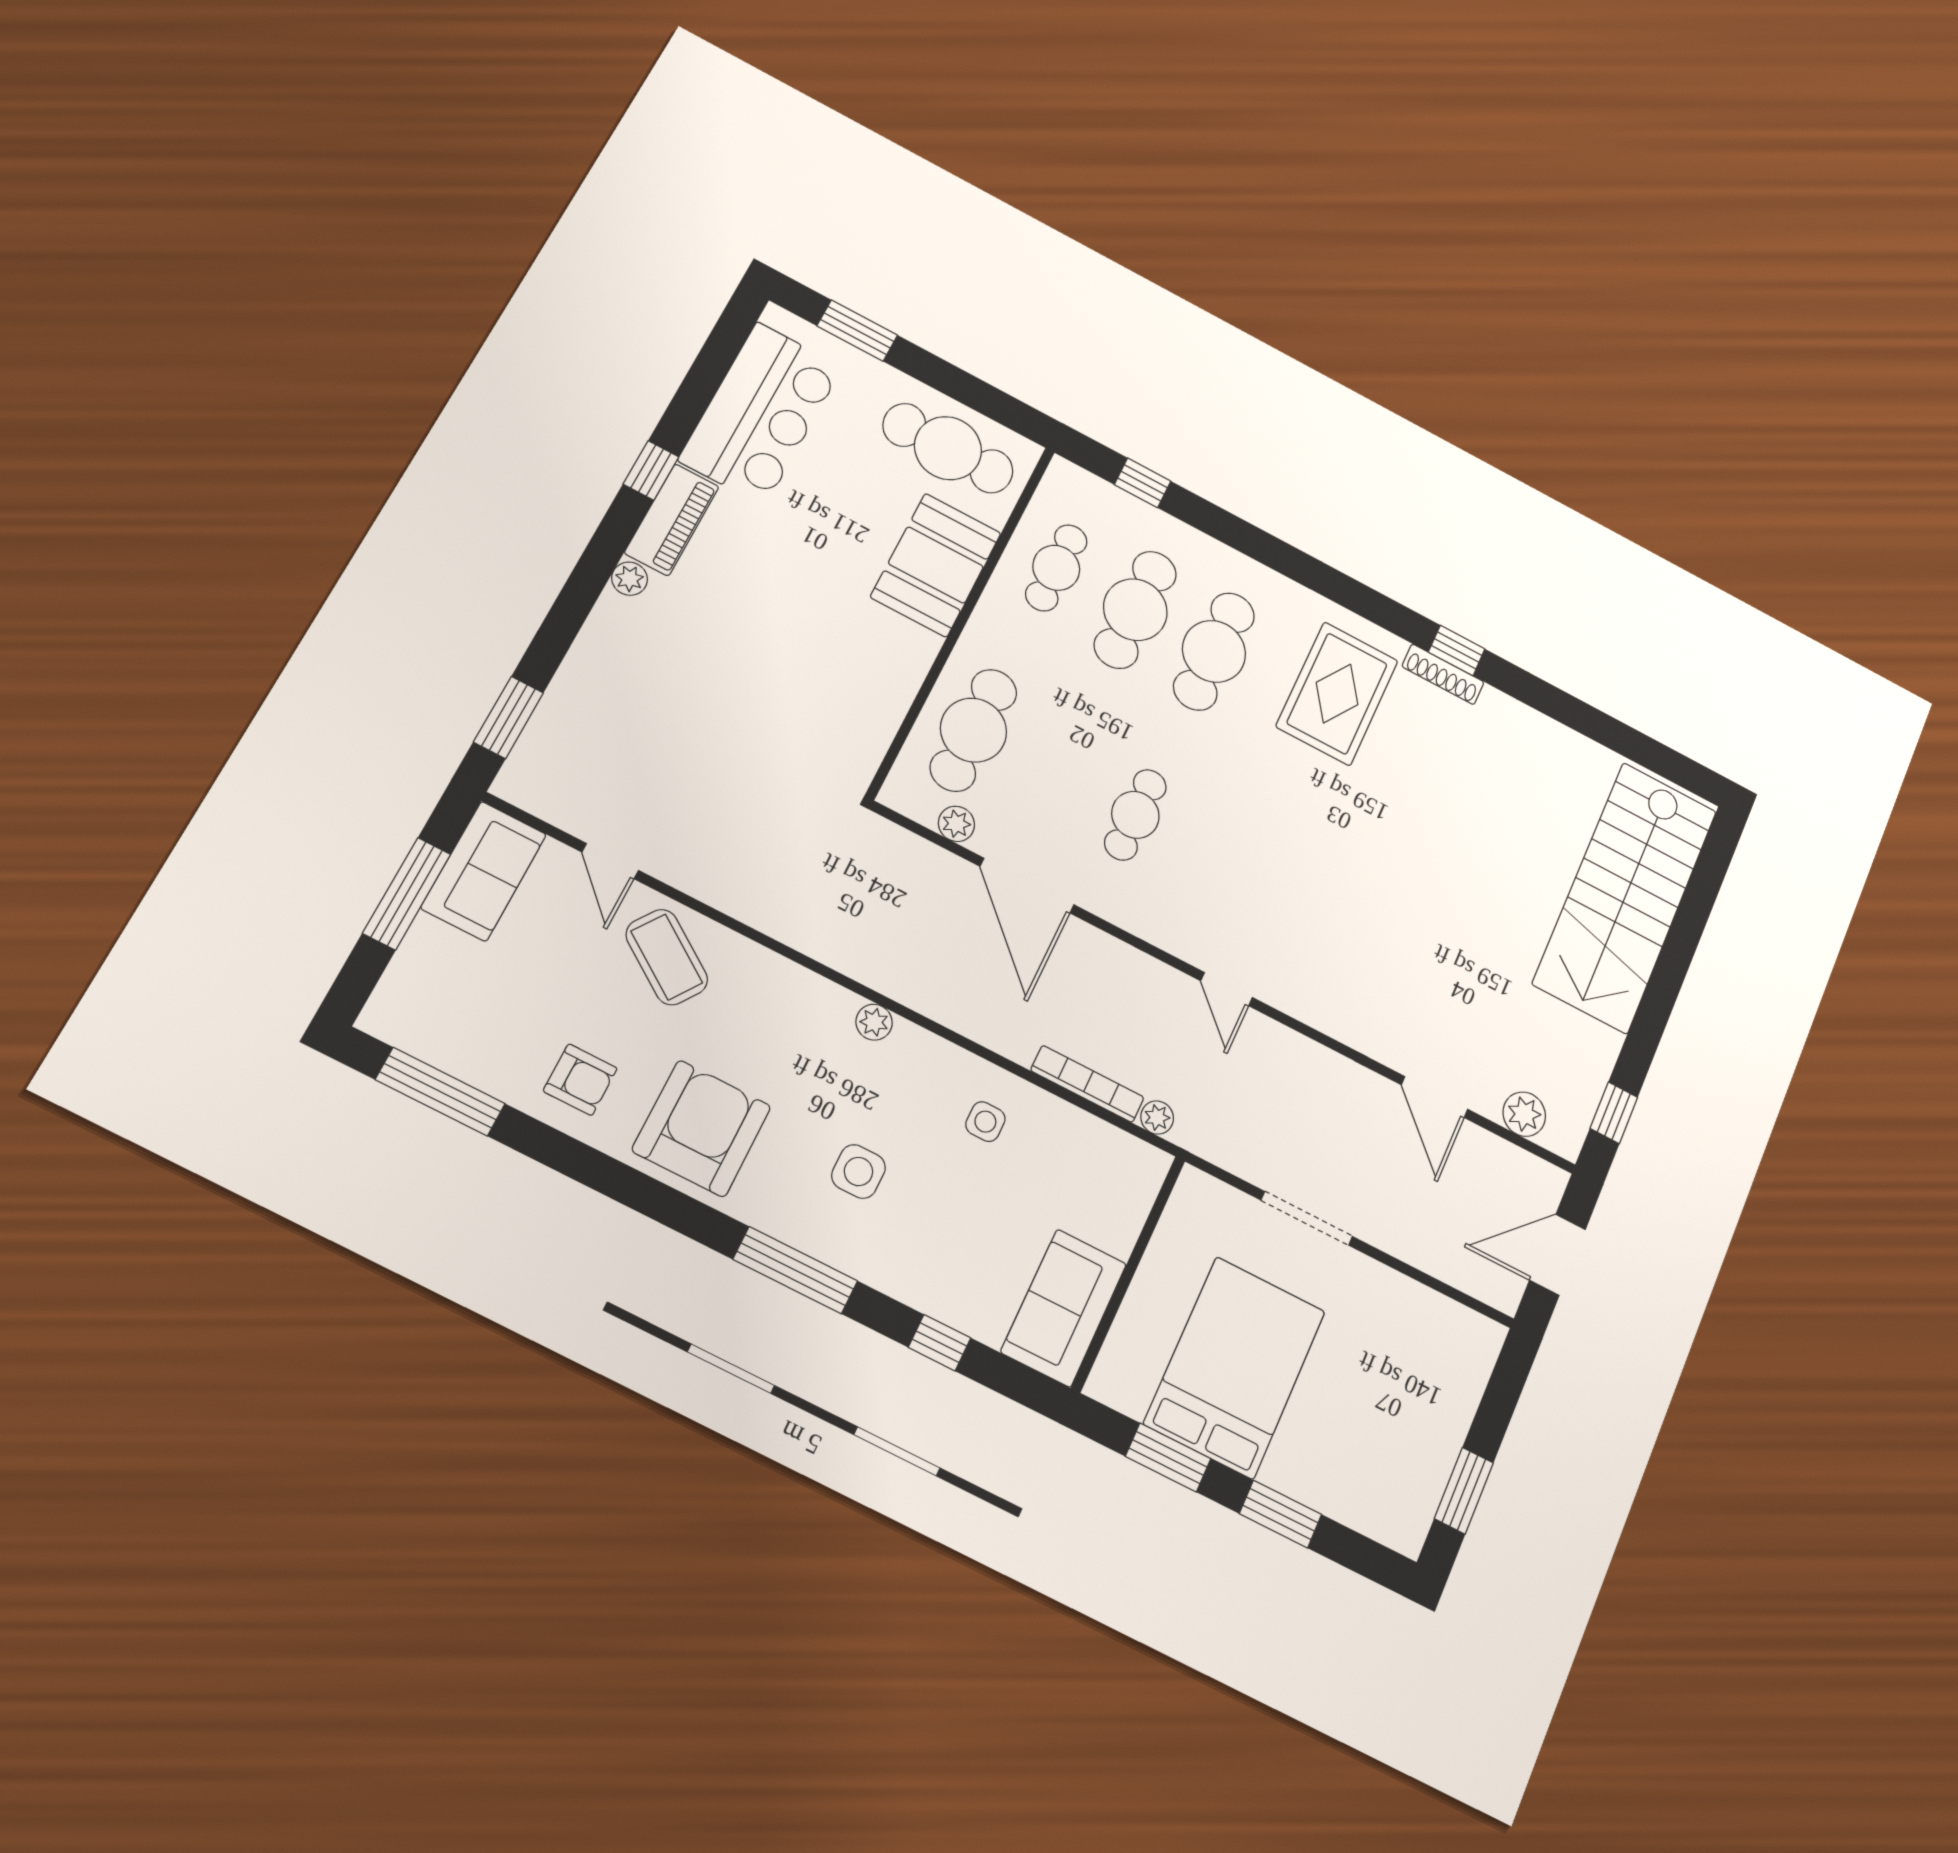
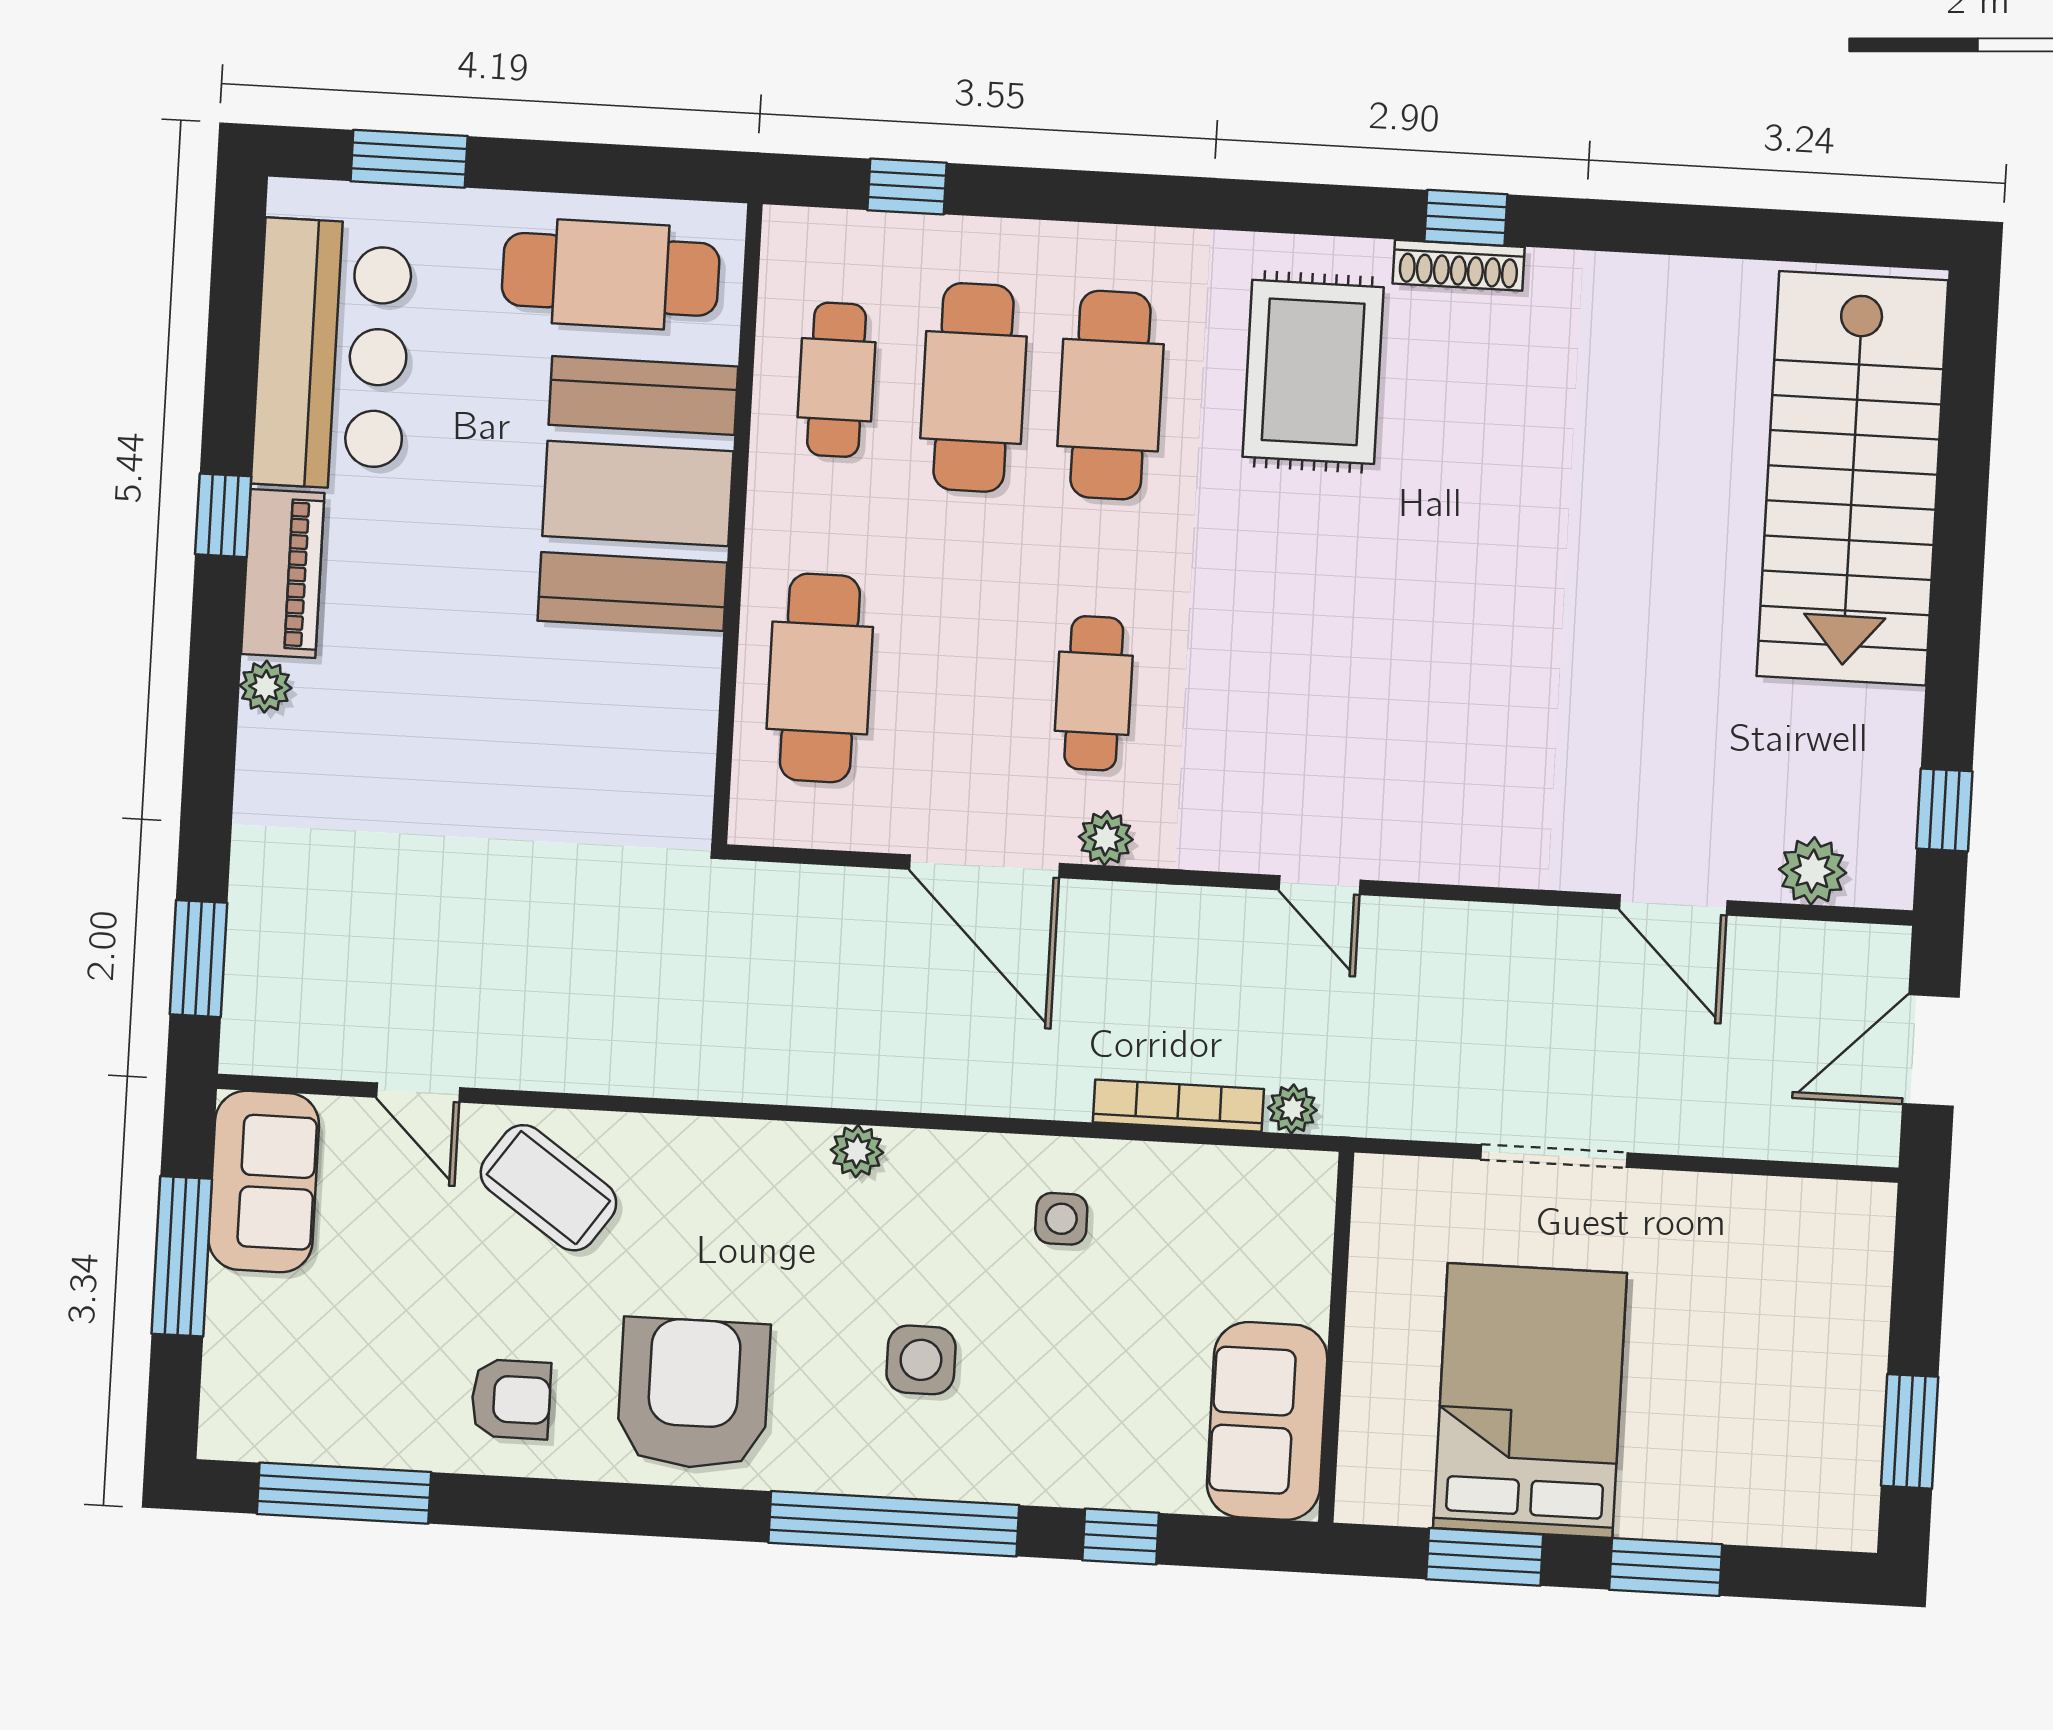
booth: (936, 565) -> (638, 494), width x1.36, depth x1.42
plant: (956, 824) -> (1106, 838), moved
window: (795, 1270) -> (894, 1524), width x1.46

